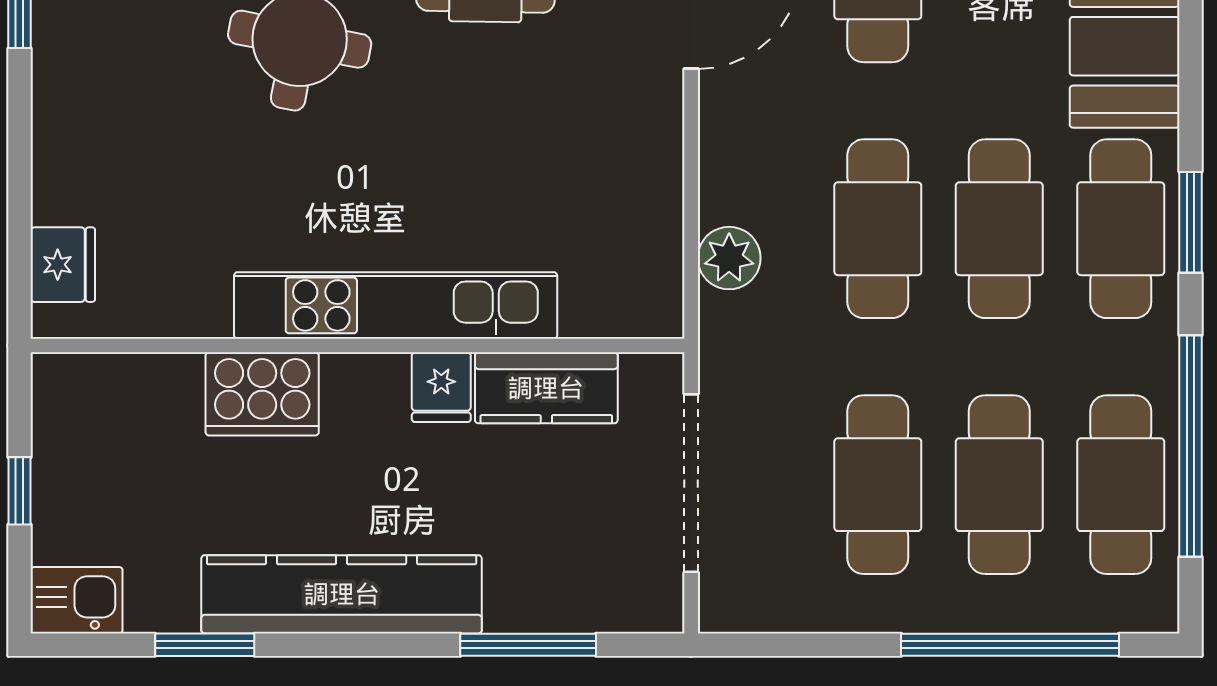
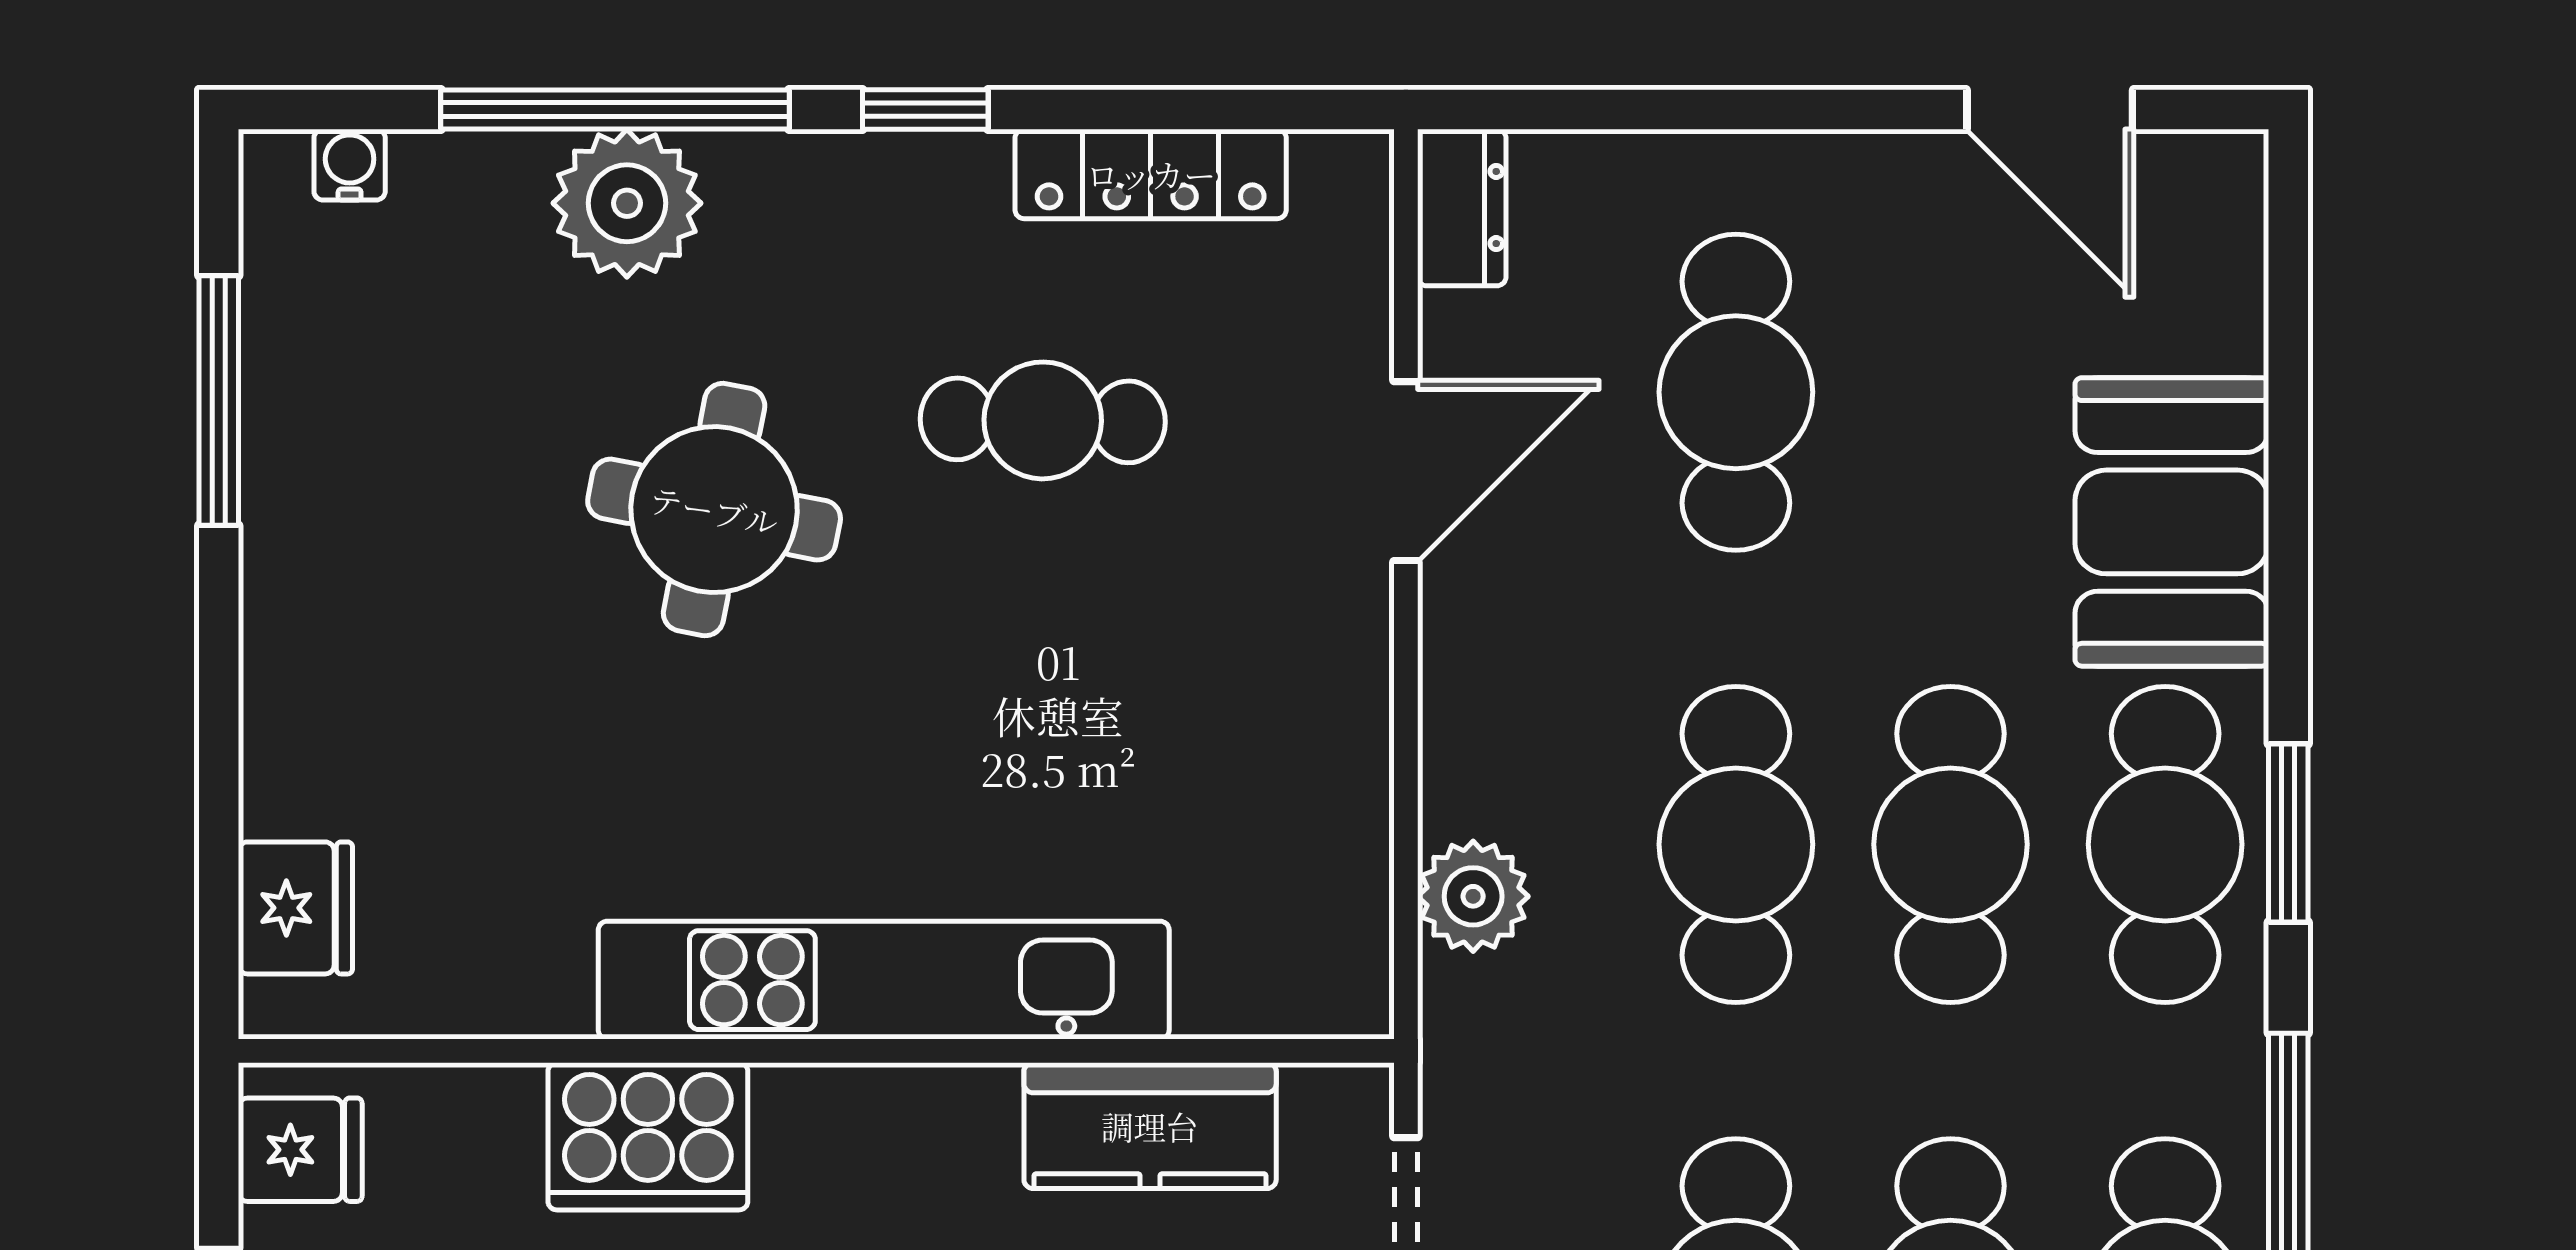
fridge: (441, 387) -> (300, 1150), moved, turned -90

